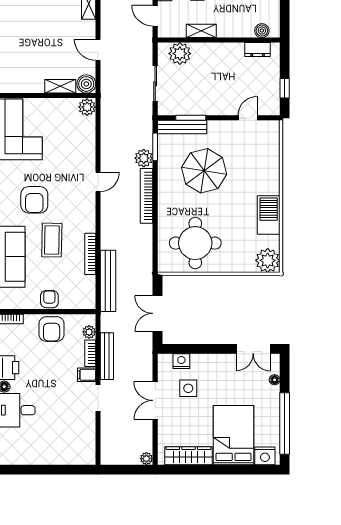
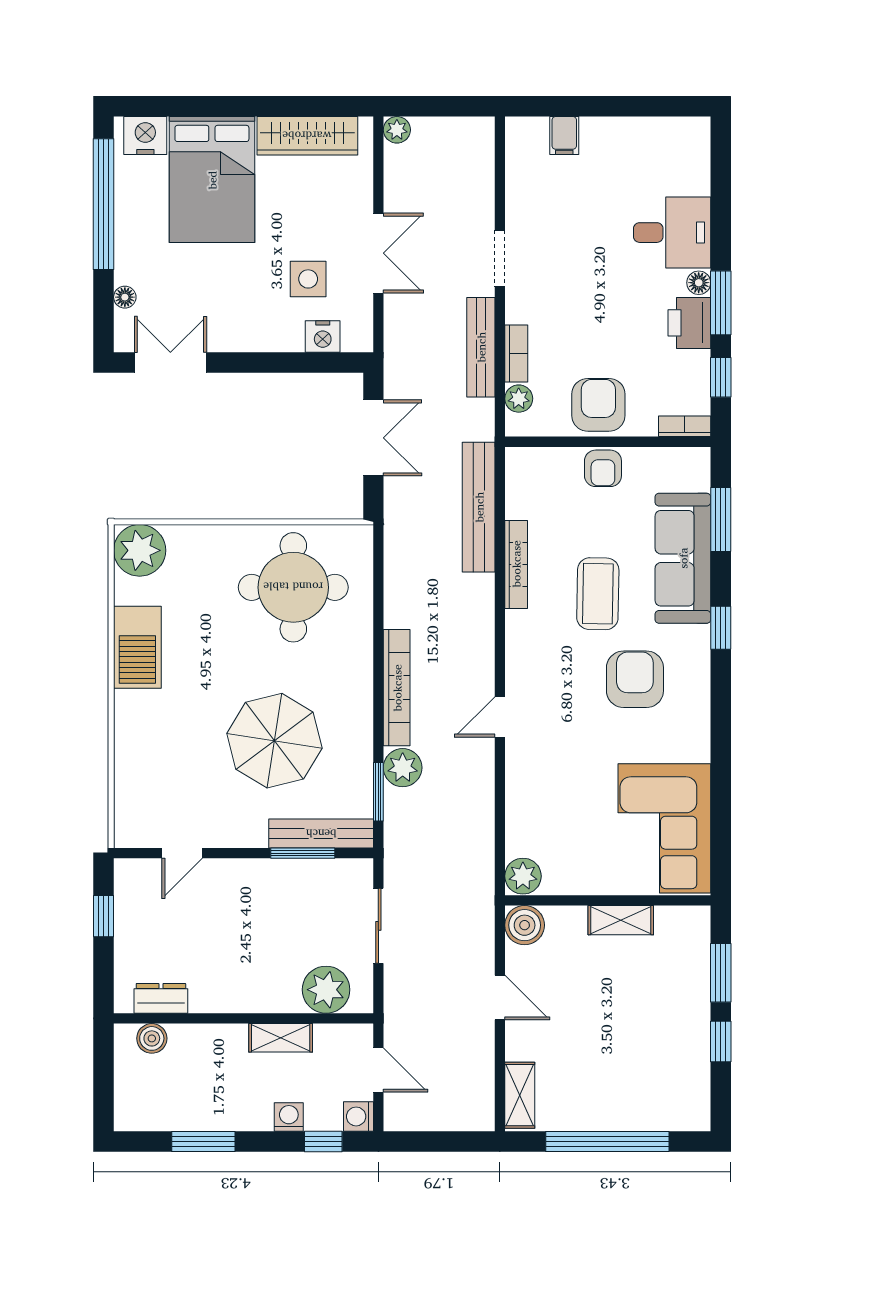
shelving: (60, 86) -> (621, 920), moved
filing cabinet: (87, 375) -> (564, 136), moved, turned 90

